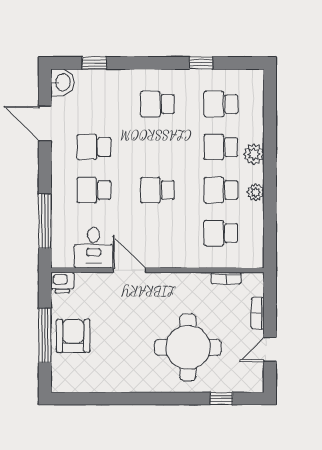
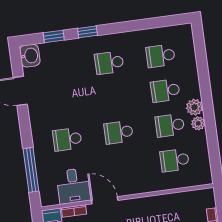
window: (201, 63) -> (87, 32), moved
school desk: (94, 147) -> (63, 105), removed
plant: (254, 154) -> (195, 107), moved
bookcase: (226, 278) -> (74, 211), moved

